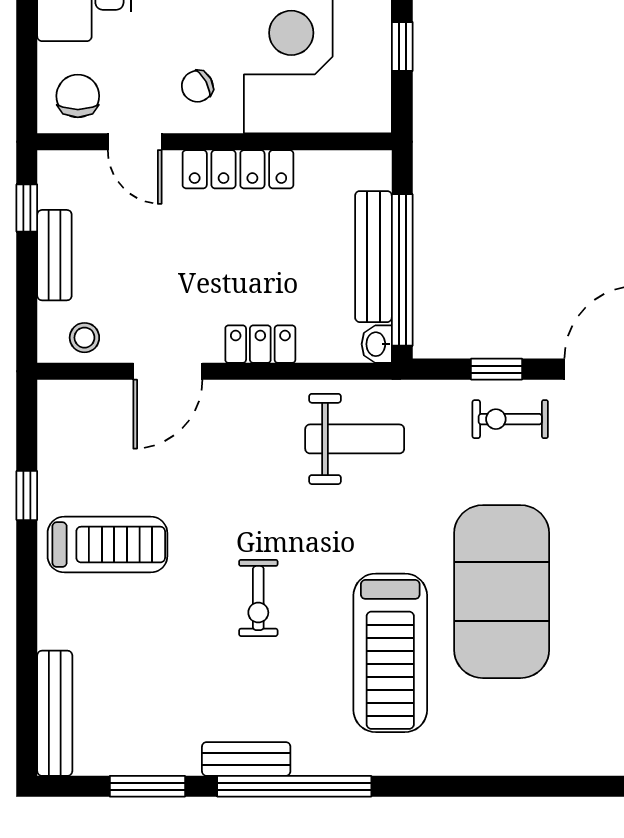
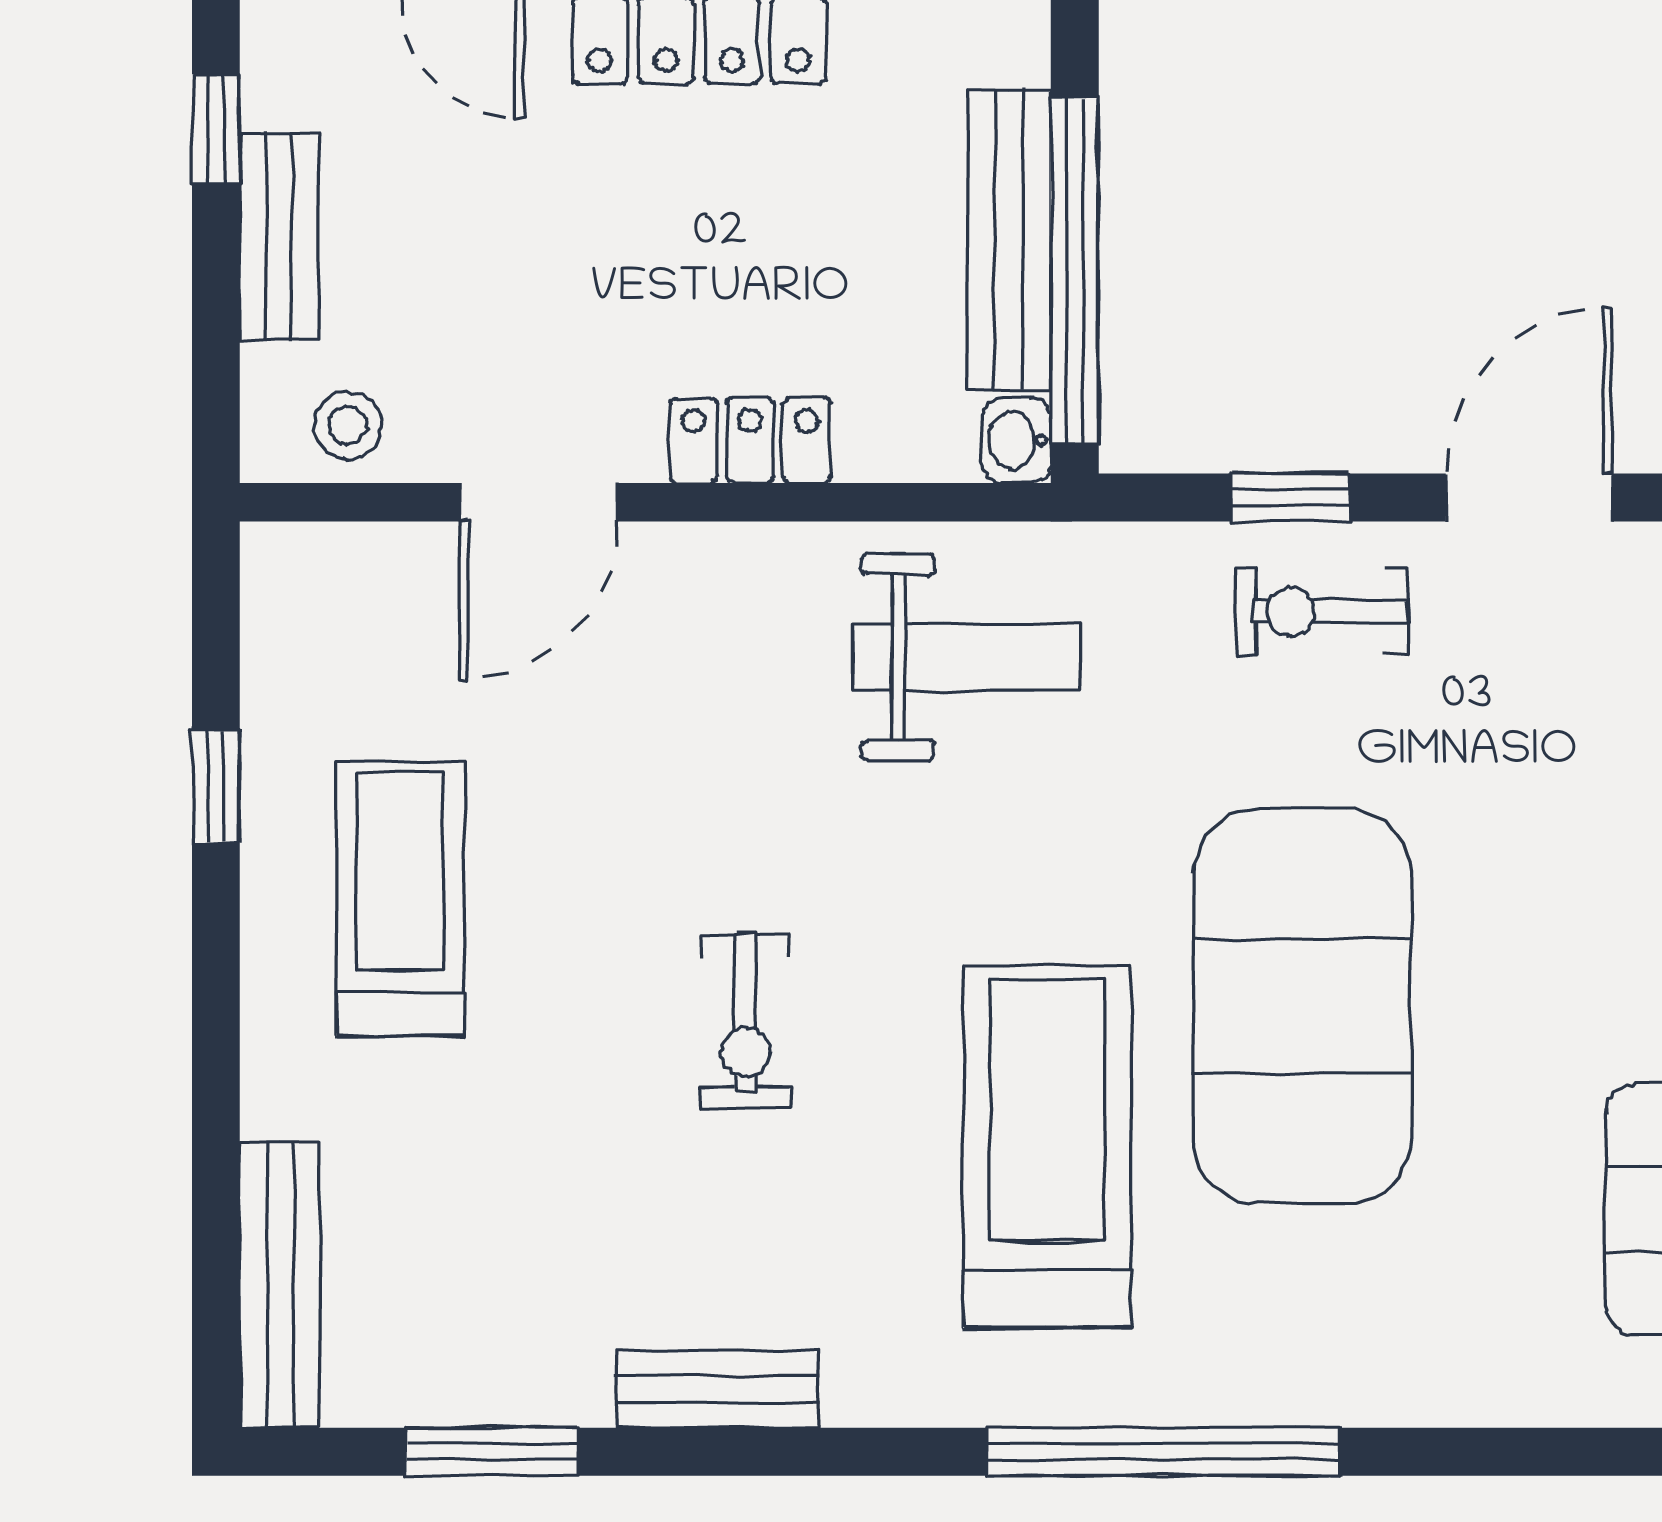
treadmill: (107, 545) -> (400, 899), turned -90
treadmill: (390, 653) -> (1047, 1146), turned 180
window: (294, 786) -> (1164, 1452), moved

